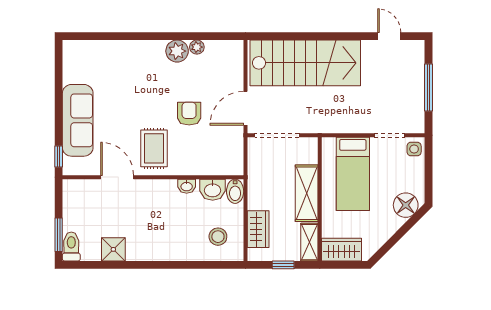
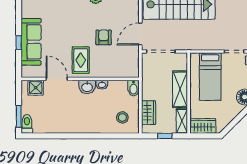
window: (59, 156) -> (19, 42), moved
washbasin: (213, 190) -> (87, 87), moved
shower: (113, 249) -> (36, 88), moved

